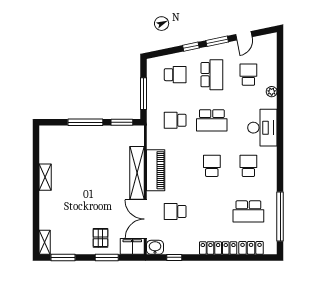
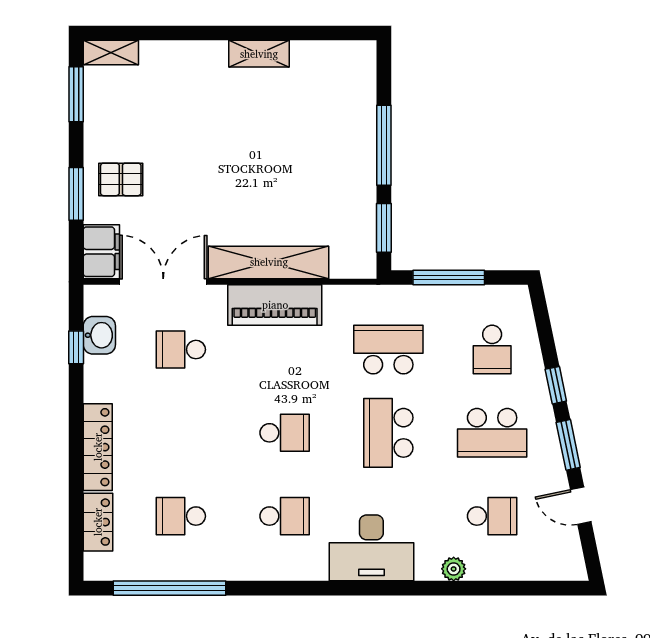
school desk: (175, 120) -> (388, 350), width x1.85
school desk: (175, 211) -> (181, 350), turned -90
school desk: (248, 211) -> (181, 516), width x0.54
washbasin: (155, 247) -> (99, 335), moved

